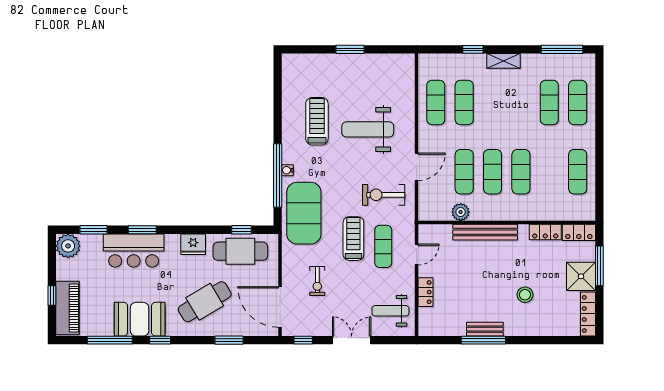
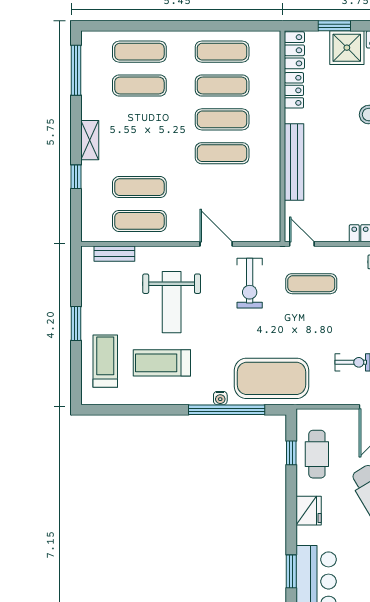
bench: (408, 81) -> (114, 254), added
exercise mat: (464, 172) -> (222, 85), moved
plant: (461, 212) -> (270, 191), removed
treadmill: (353, 239) -> (105, 361), moved, turned 90
cafe table: (240, 251) -> (317, 454), width x0.73, depth x0.74
door: (417, 255) -> (302, 244), moved
window: (599, 266) -> (334, 26), width x0.69

